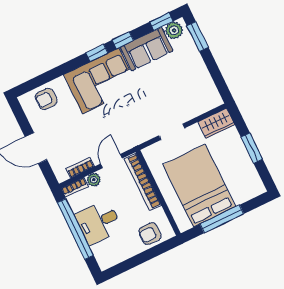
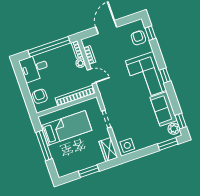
window: (123, 40) -> (150, 33), moved
side table: (207, 96) -> (127, 145), added
bed: (199, 186) -> (66, 128), width x0.67
desk: (99, 222) -> (34, 68), moved, turned -90

